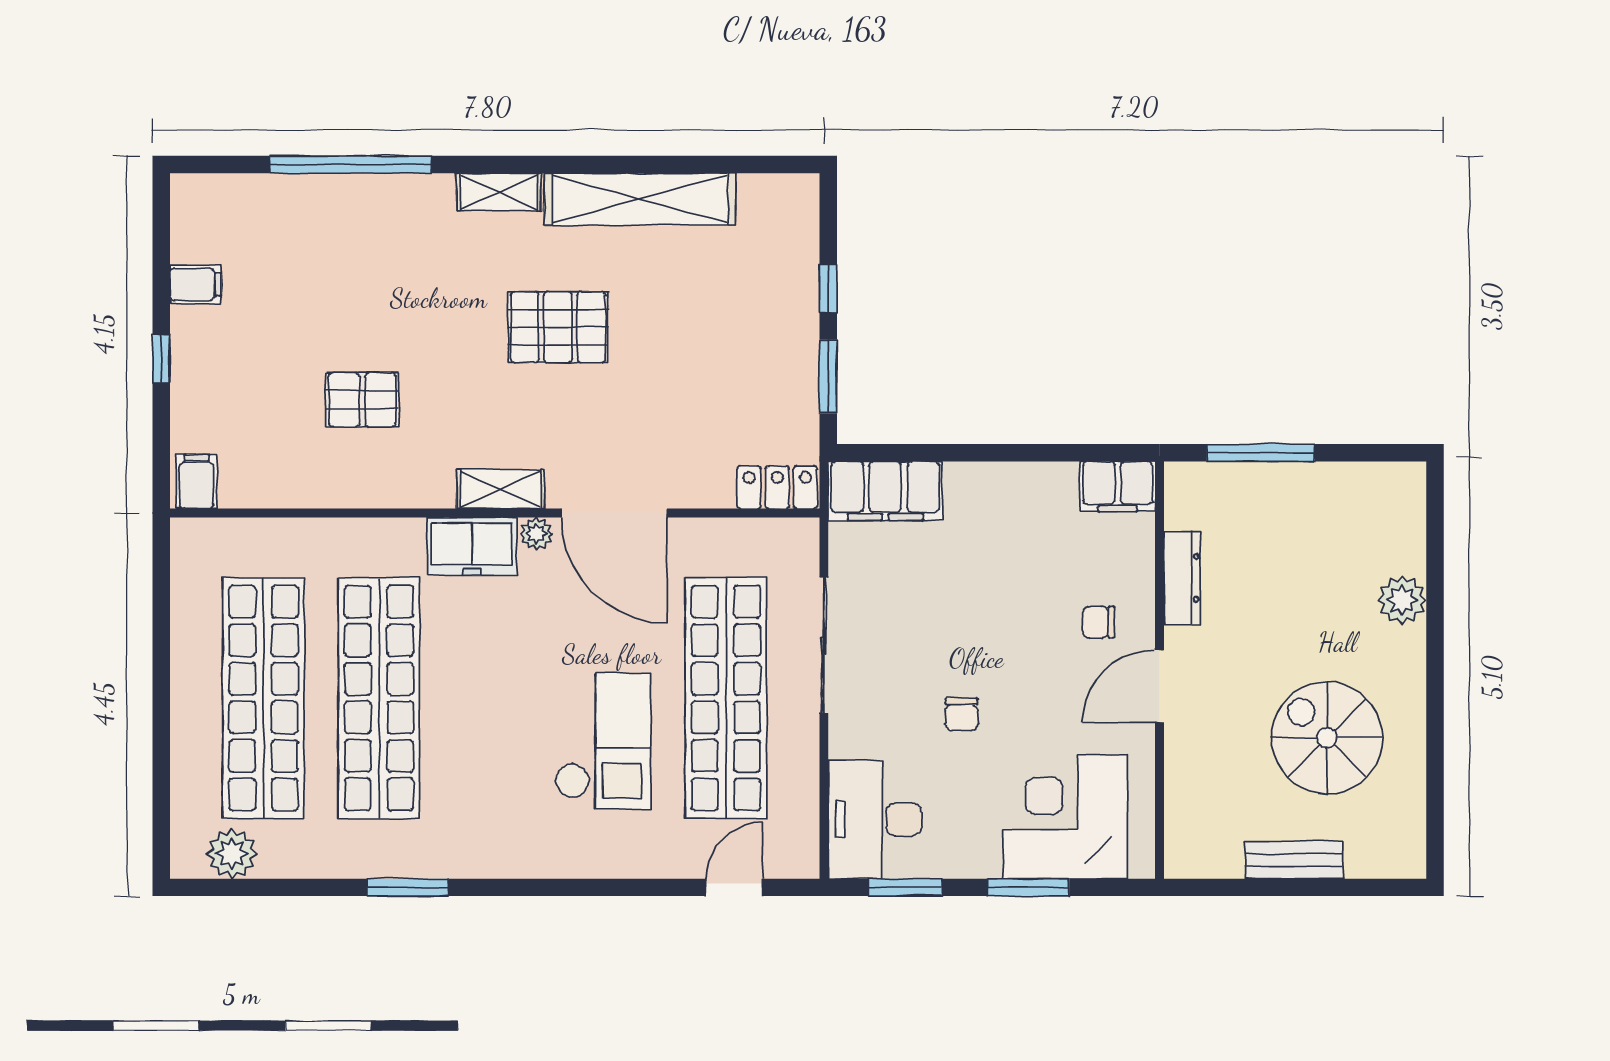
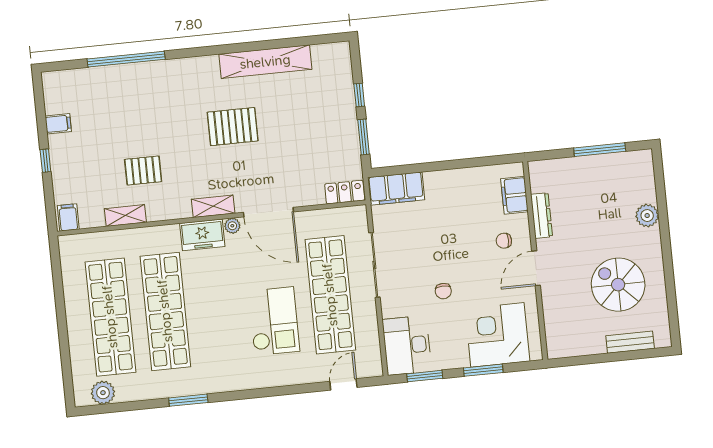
shelving: (499, 192) -> (125, 216), moved
window: (1261, 453) -> (600, 150), moved
filing cabinet: (1118, 486) -> (514, 195), moved, turned 90
bench: (1294, 860) -> (630, 342), moved

